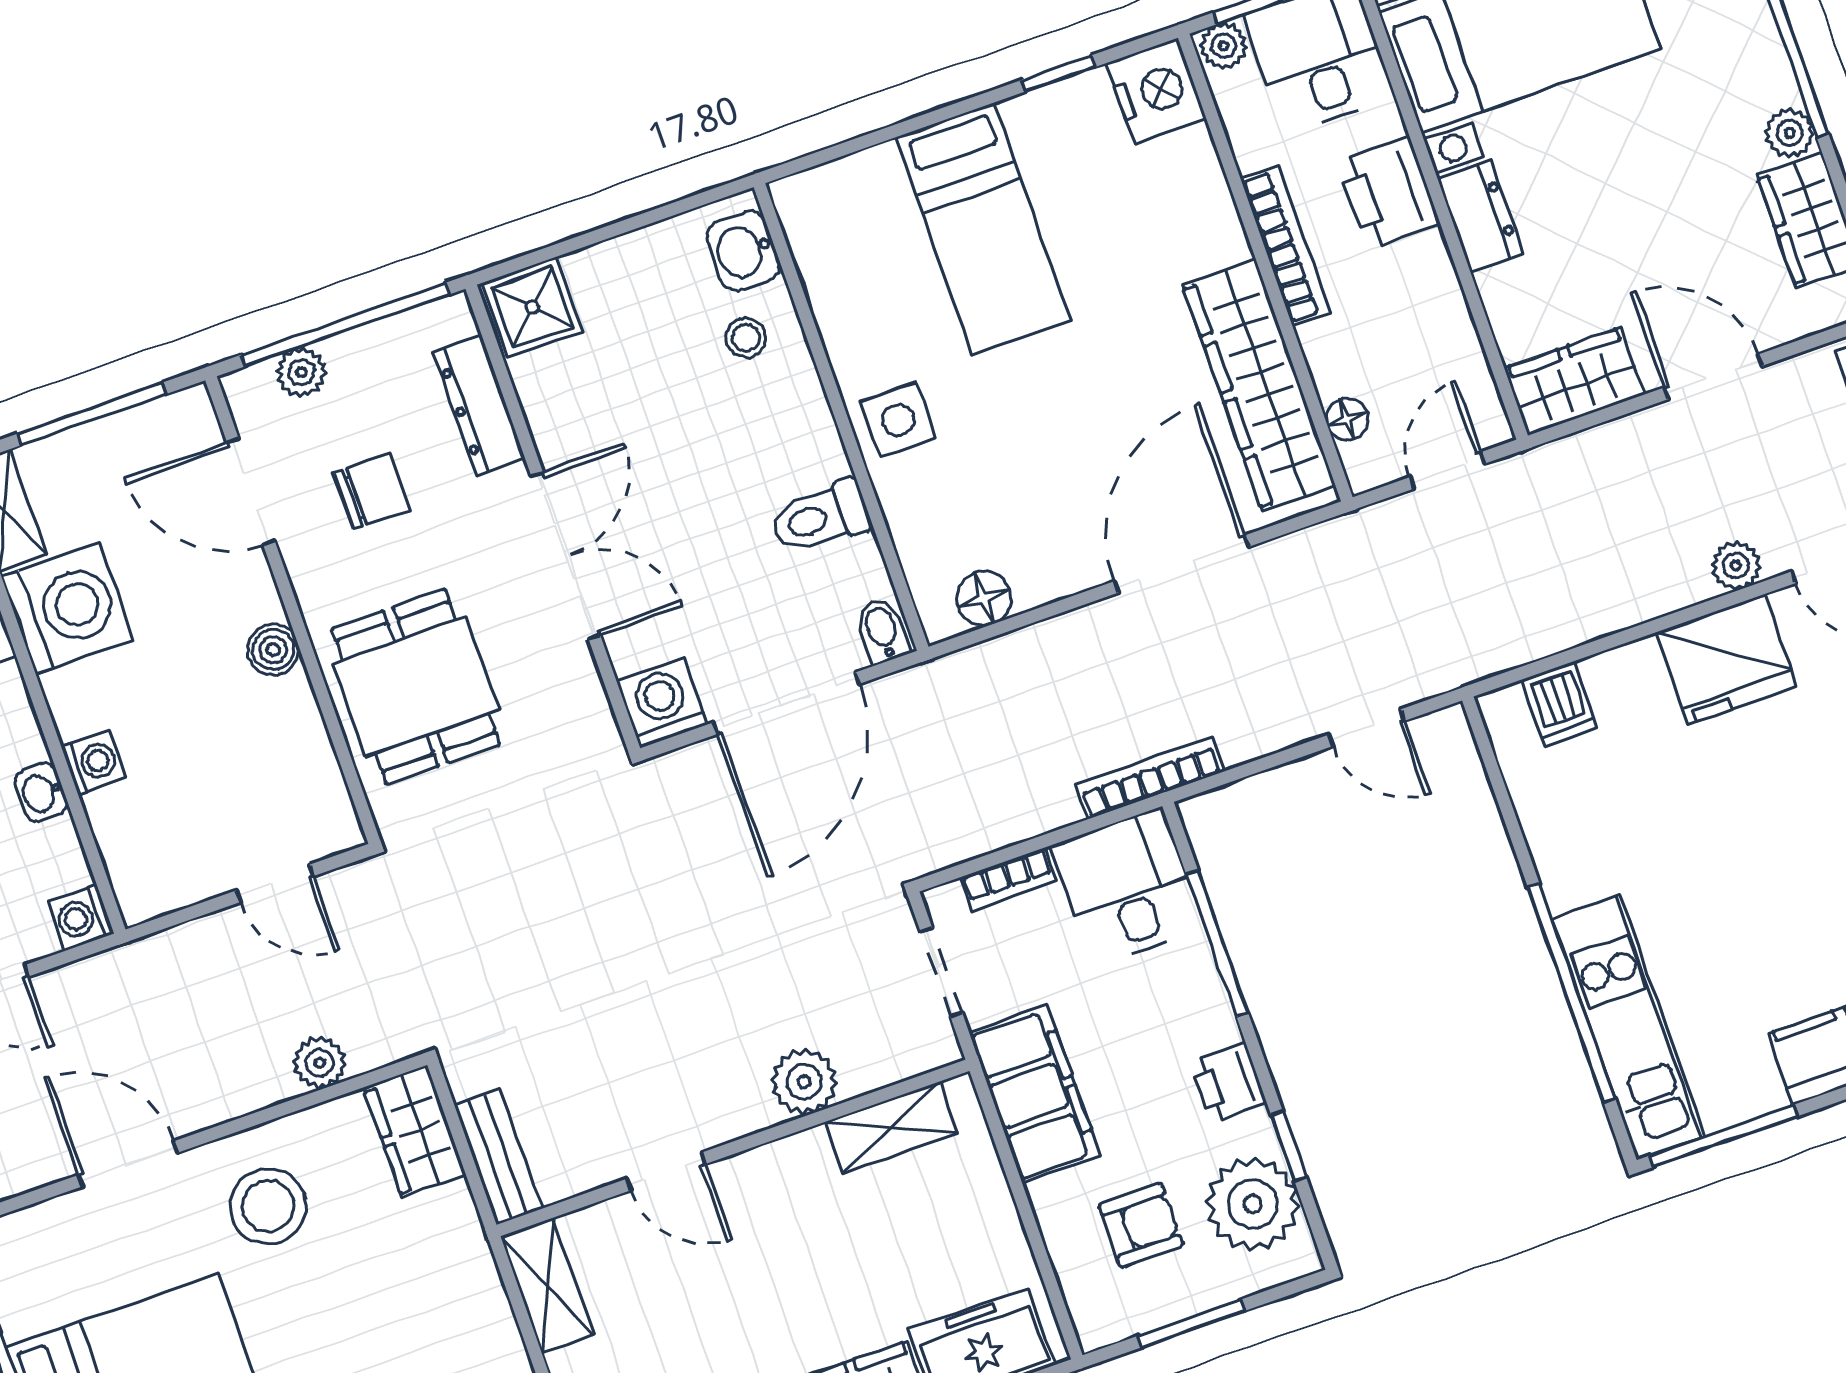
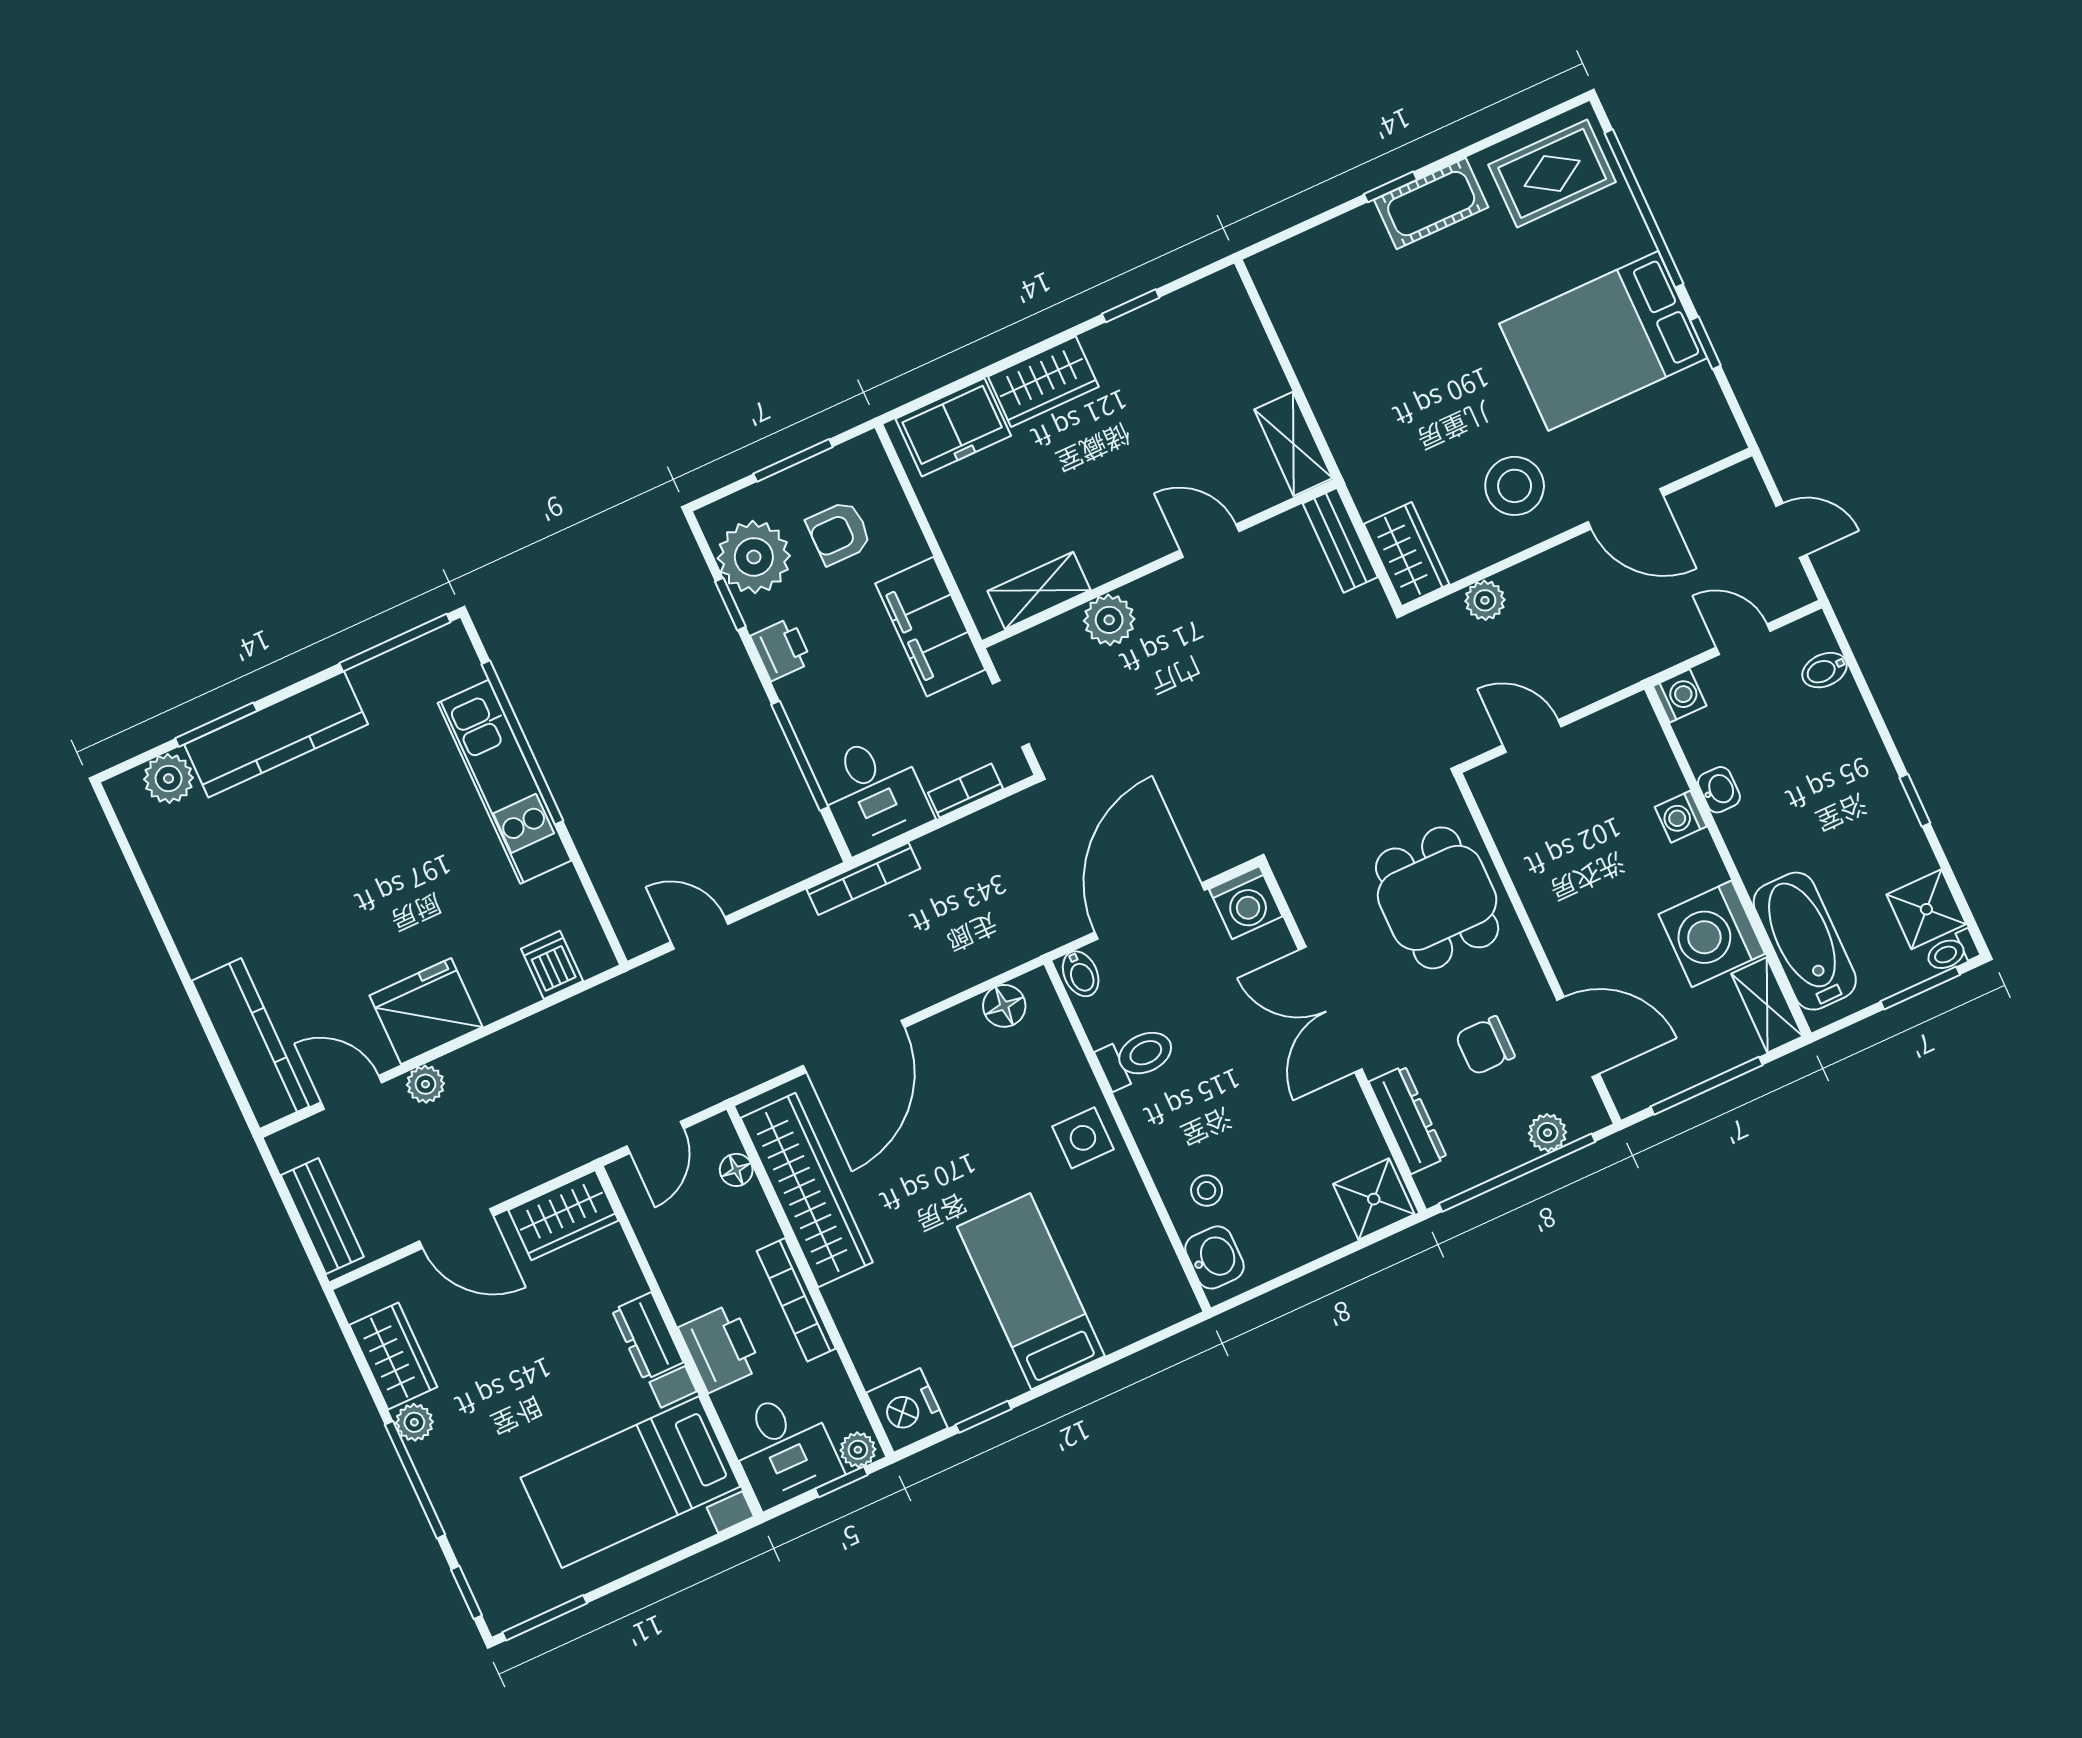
boiler: (273, 650) -> (1550, 916), removed
kitchen unit: (1628, 1027) -> (505, 782), moved

